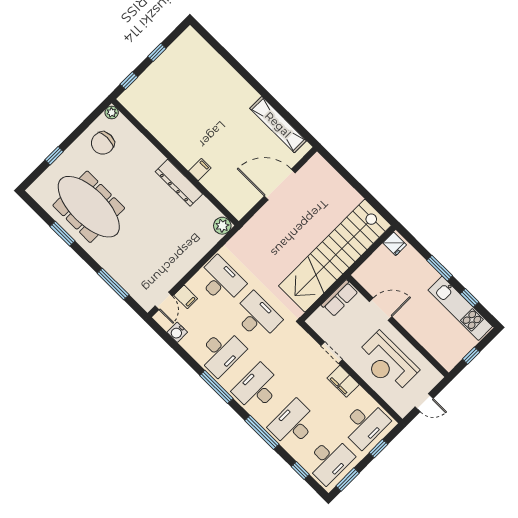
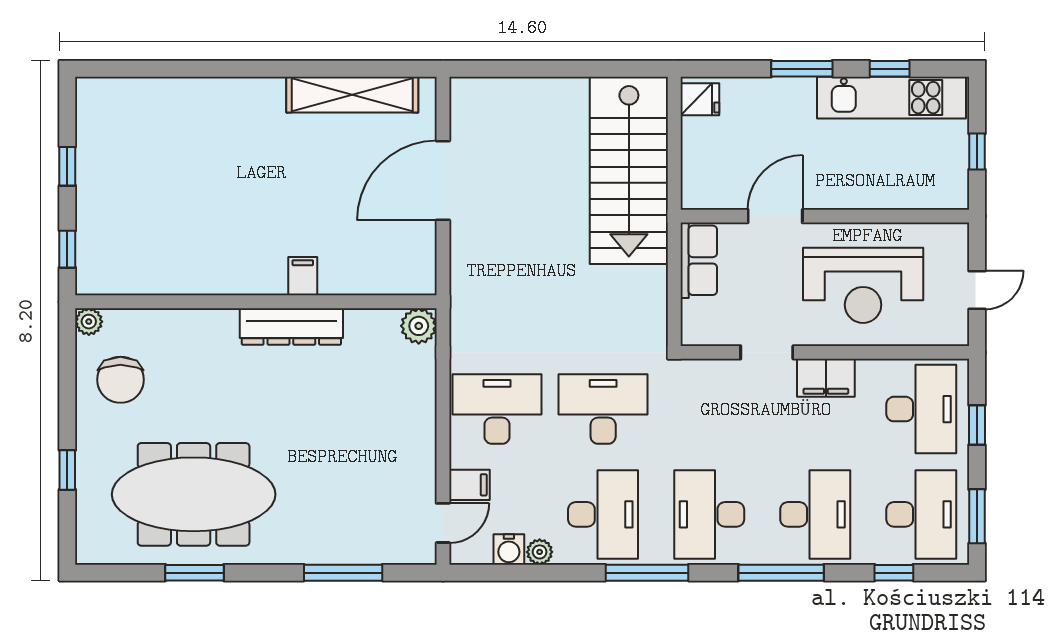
stairs: (335, 256) -> (629, 170), width x0.73
door: (164, 301) -> (443, 523), hinge flipped
plant: (187, 343) -> (540, 552), added
desk: (293, 424) -> (815, 514), turned 180

